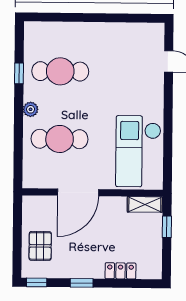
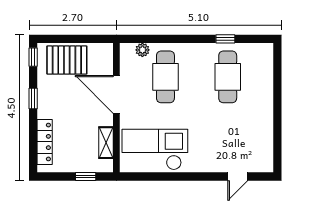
plant: (31, 109) -> (142, 50), moved
shelving: (145, 204) -> (106, 143), moved
pallet: (40, 246) -> (67, 60), width x1.50, depth x1.42
locker: (120, 271) -> (45, 142), width x1.53

